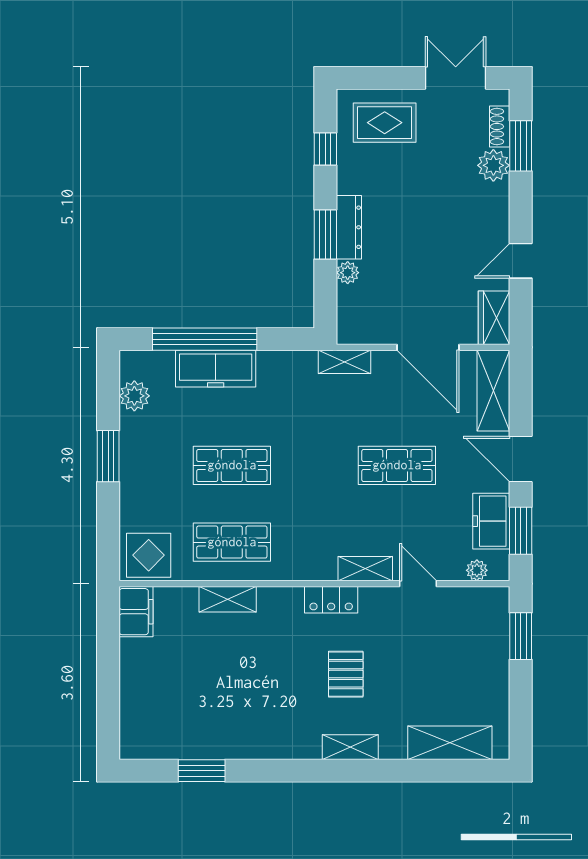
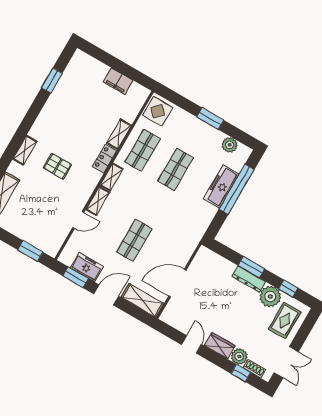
window: (521, 146) -> (241, 373), width x0.67
plant: (348, 273) -> (270, 297), moved, width x1.88, depth x1.88
wardrobe: (494, 318) -> (220, 346), moved
shelving: (344, 362) -> (112, 177), moved
plant: (477, 570) -> (69, 249), removed
locker: (331, 600) -> (105, 159), moved
filing cabinet: (136, 612) -> (118, 81), moved

